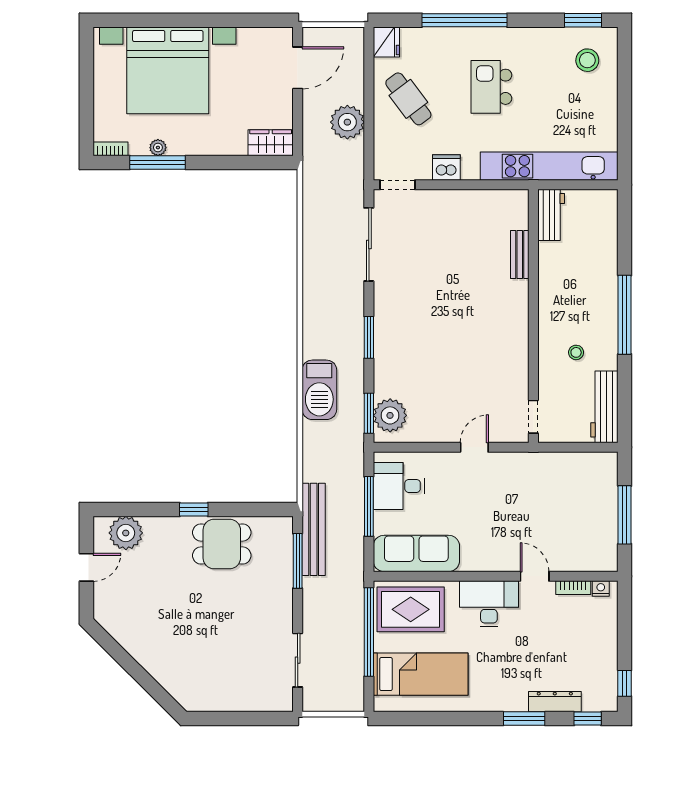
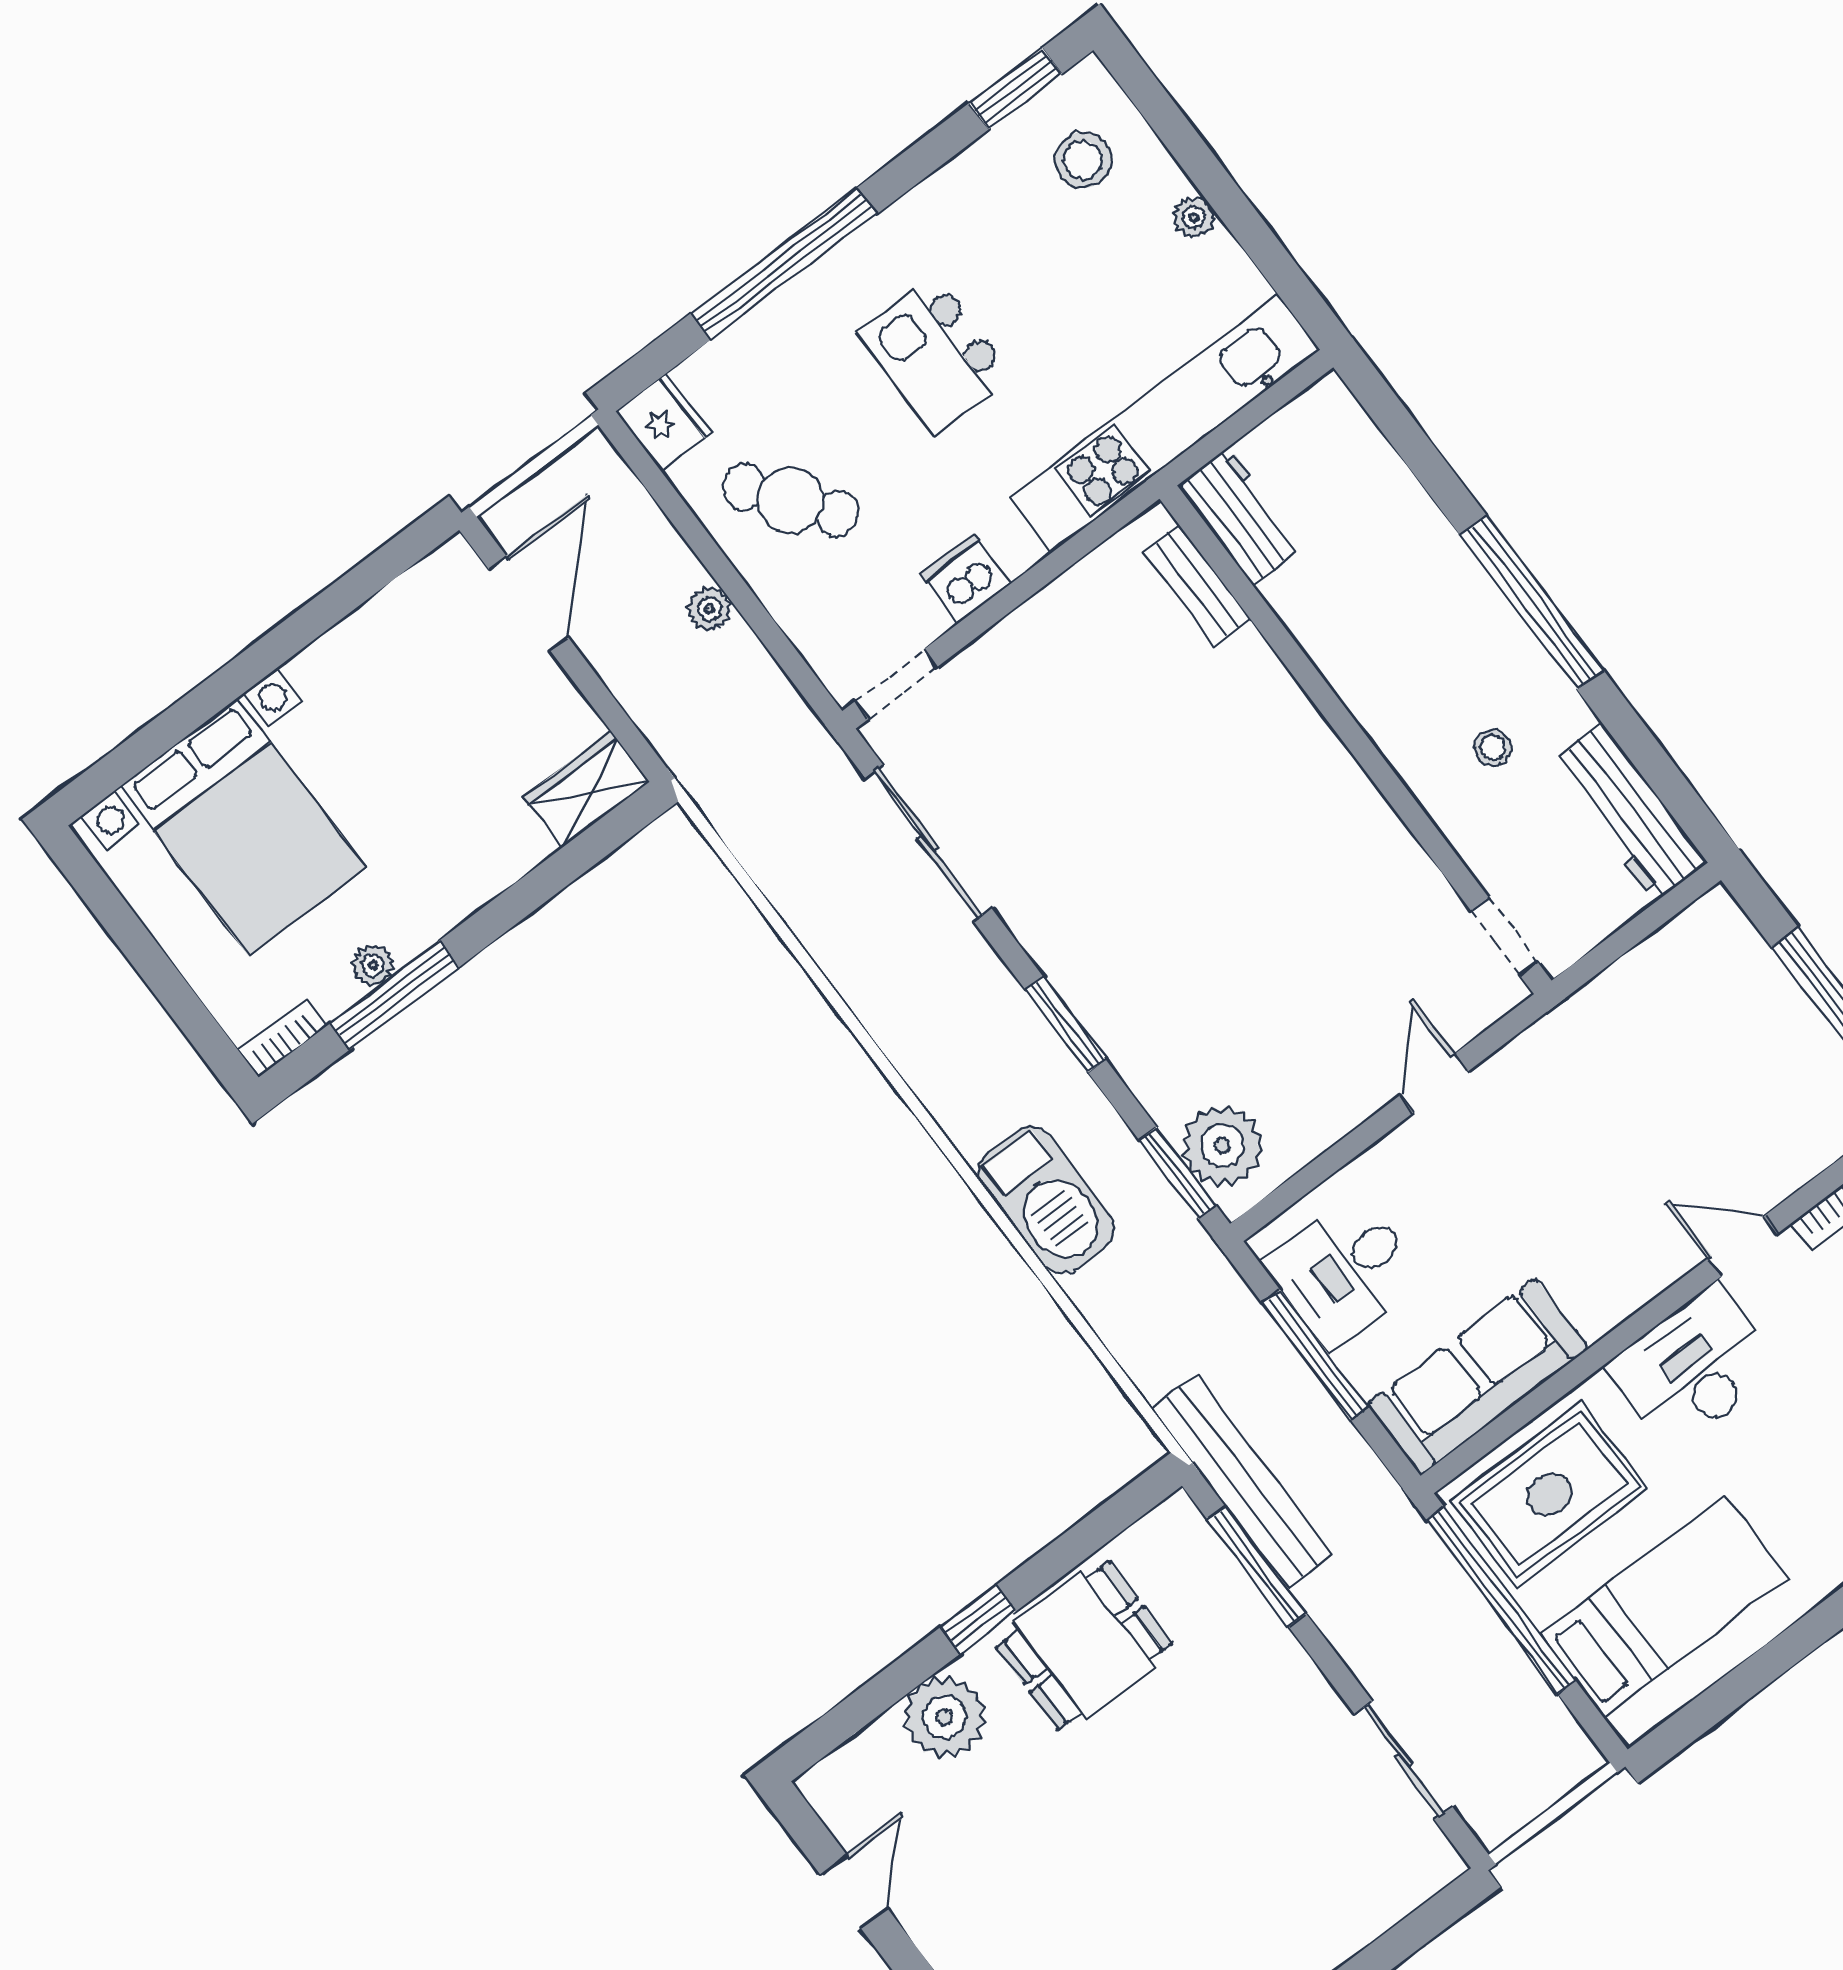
bed with nightstands: (168, 70) -> (243, 827), width x0.73
plant: (609, 106) -> (1194, 217), added
plant: (347, 122) -> (709, 609), width x0.53, depth x0.53
bench: (520, 254) -> (1197, 585), moved
plant: (126, 533) -> (945, 1717), moved

